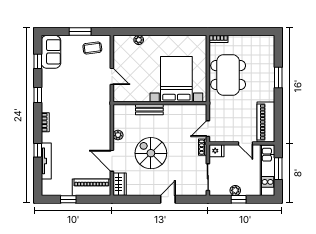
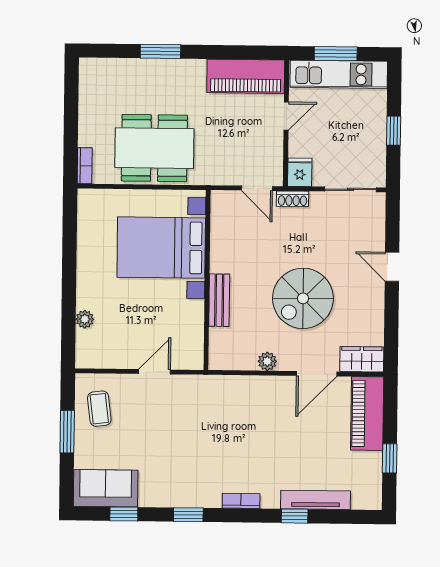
plant: (235, 190) -> (377, 137), removed

